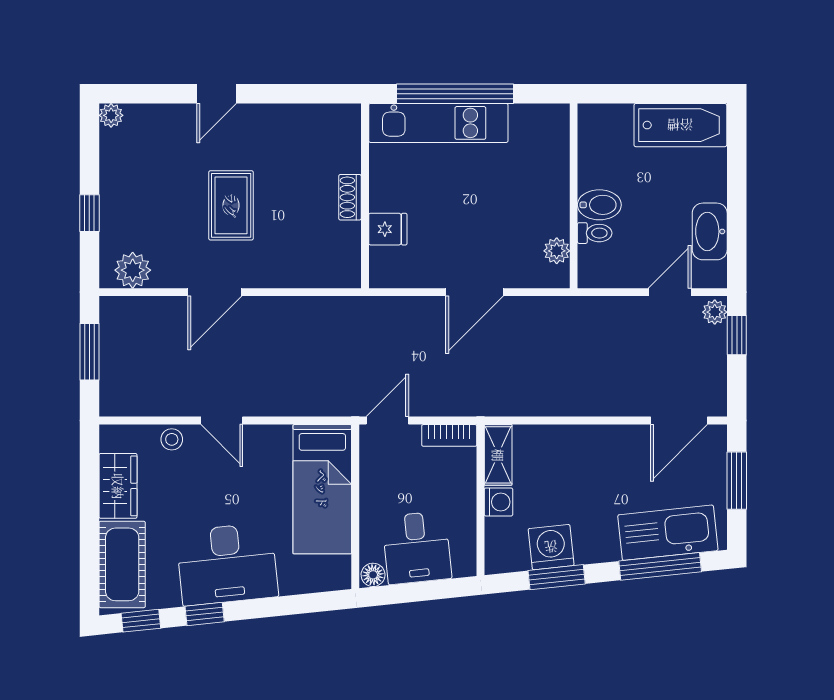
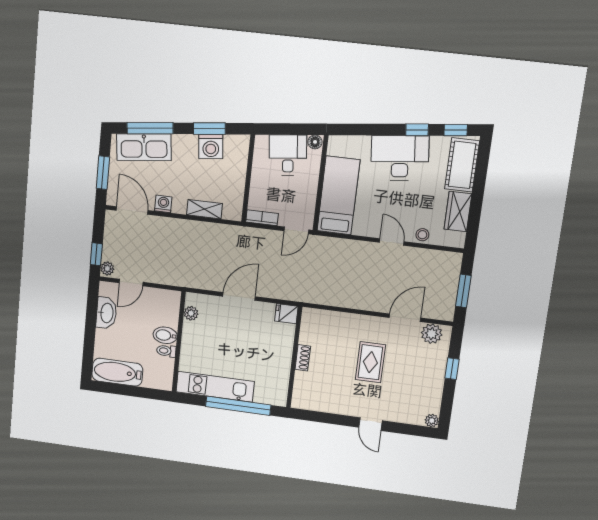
door: (217, 94) -> (371, 424), swing flipped
kitchen unit: (438, 123) -> (215, 387), moved
fridge: (388, 229) -> (286, 314), moved
toilet: (595, 233) -> (166, 351), moved
door: (215, 292) -> (405, 318), moved
door: (679, 421) -> (132, 210), hinge flipped
shelving: (498, 455) -> (205, 209), moved, turned 90
washing machine: (498, 502) -> (163, 204), moved, turned 90

